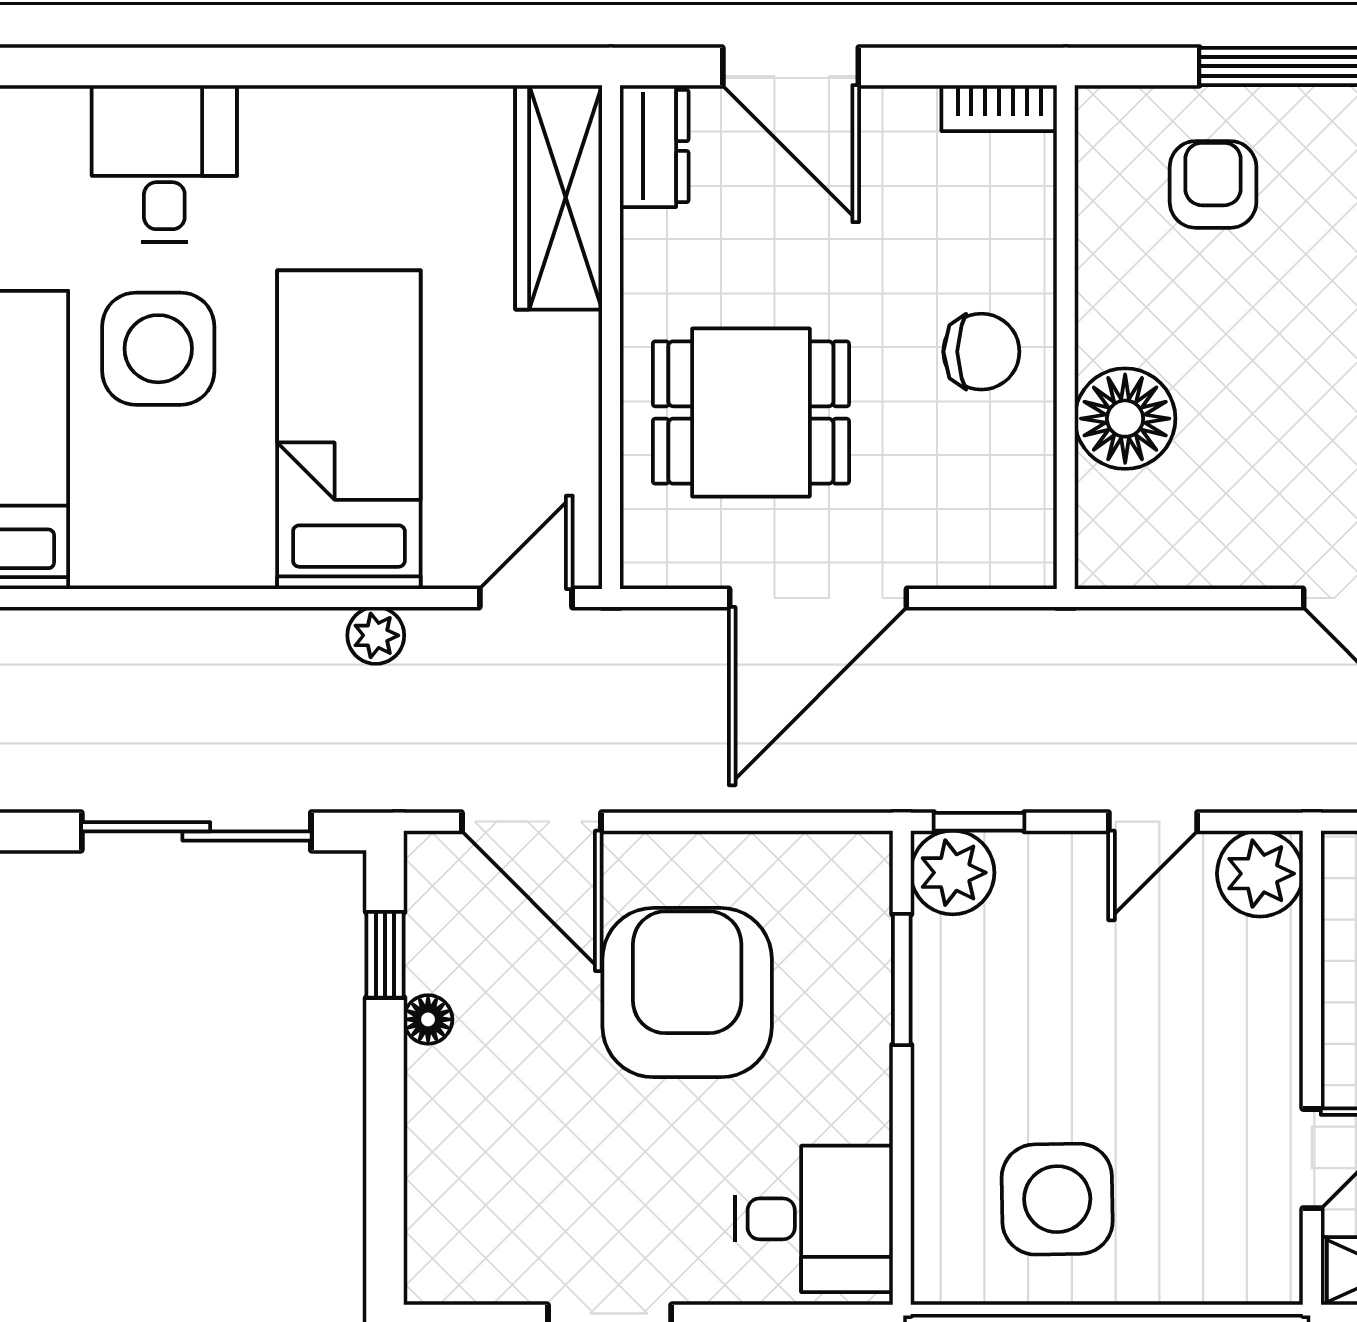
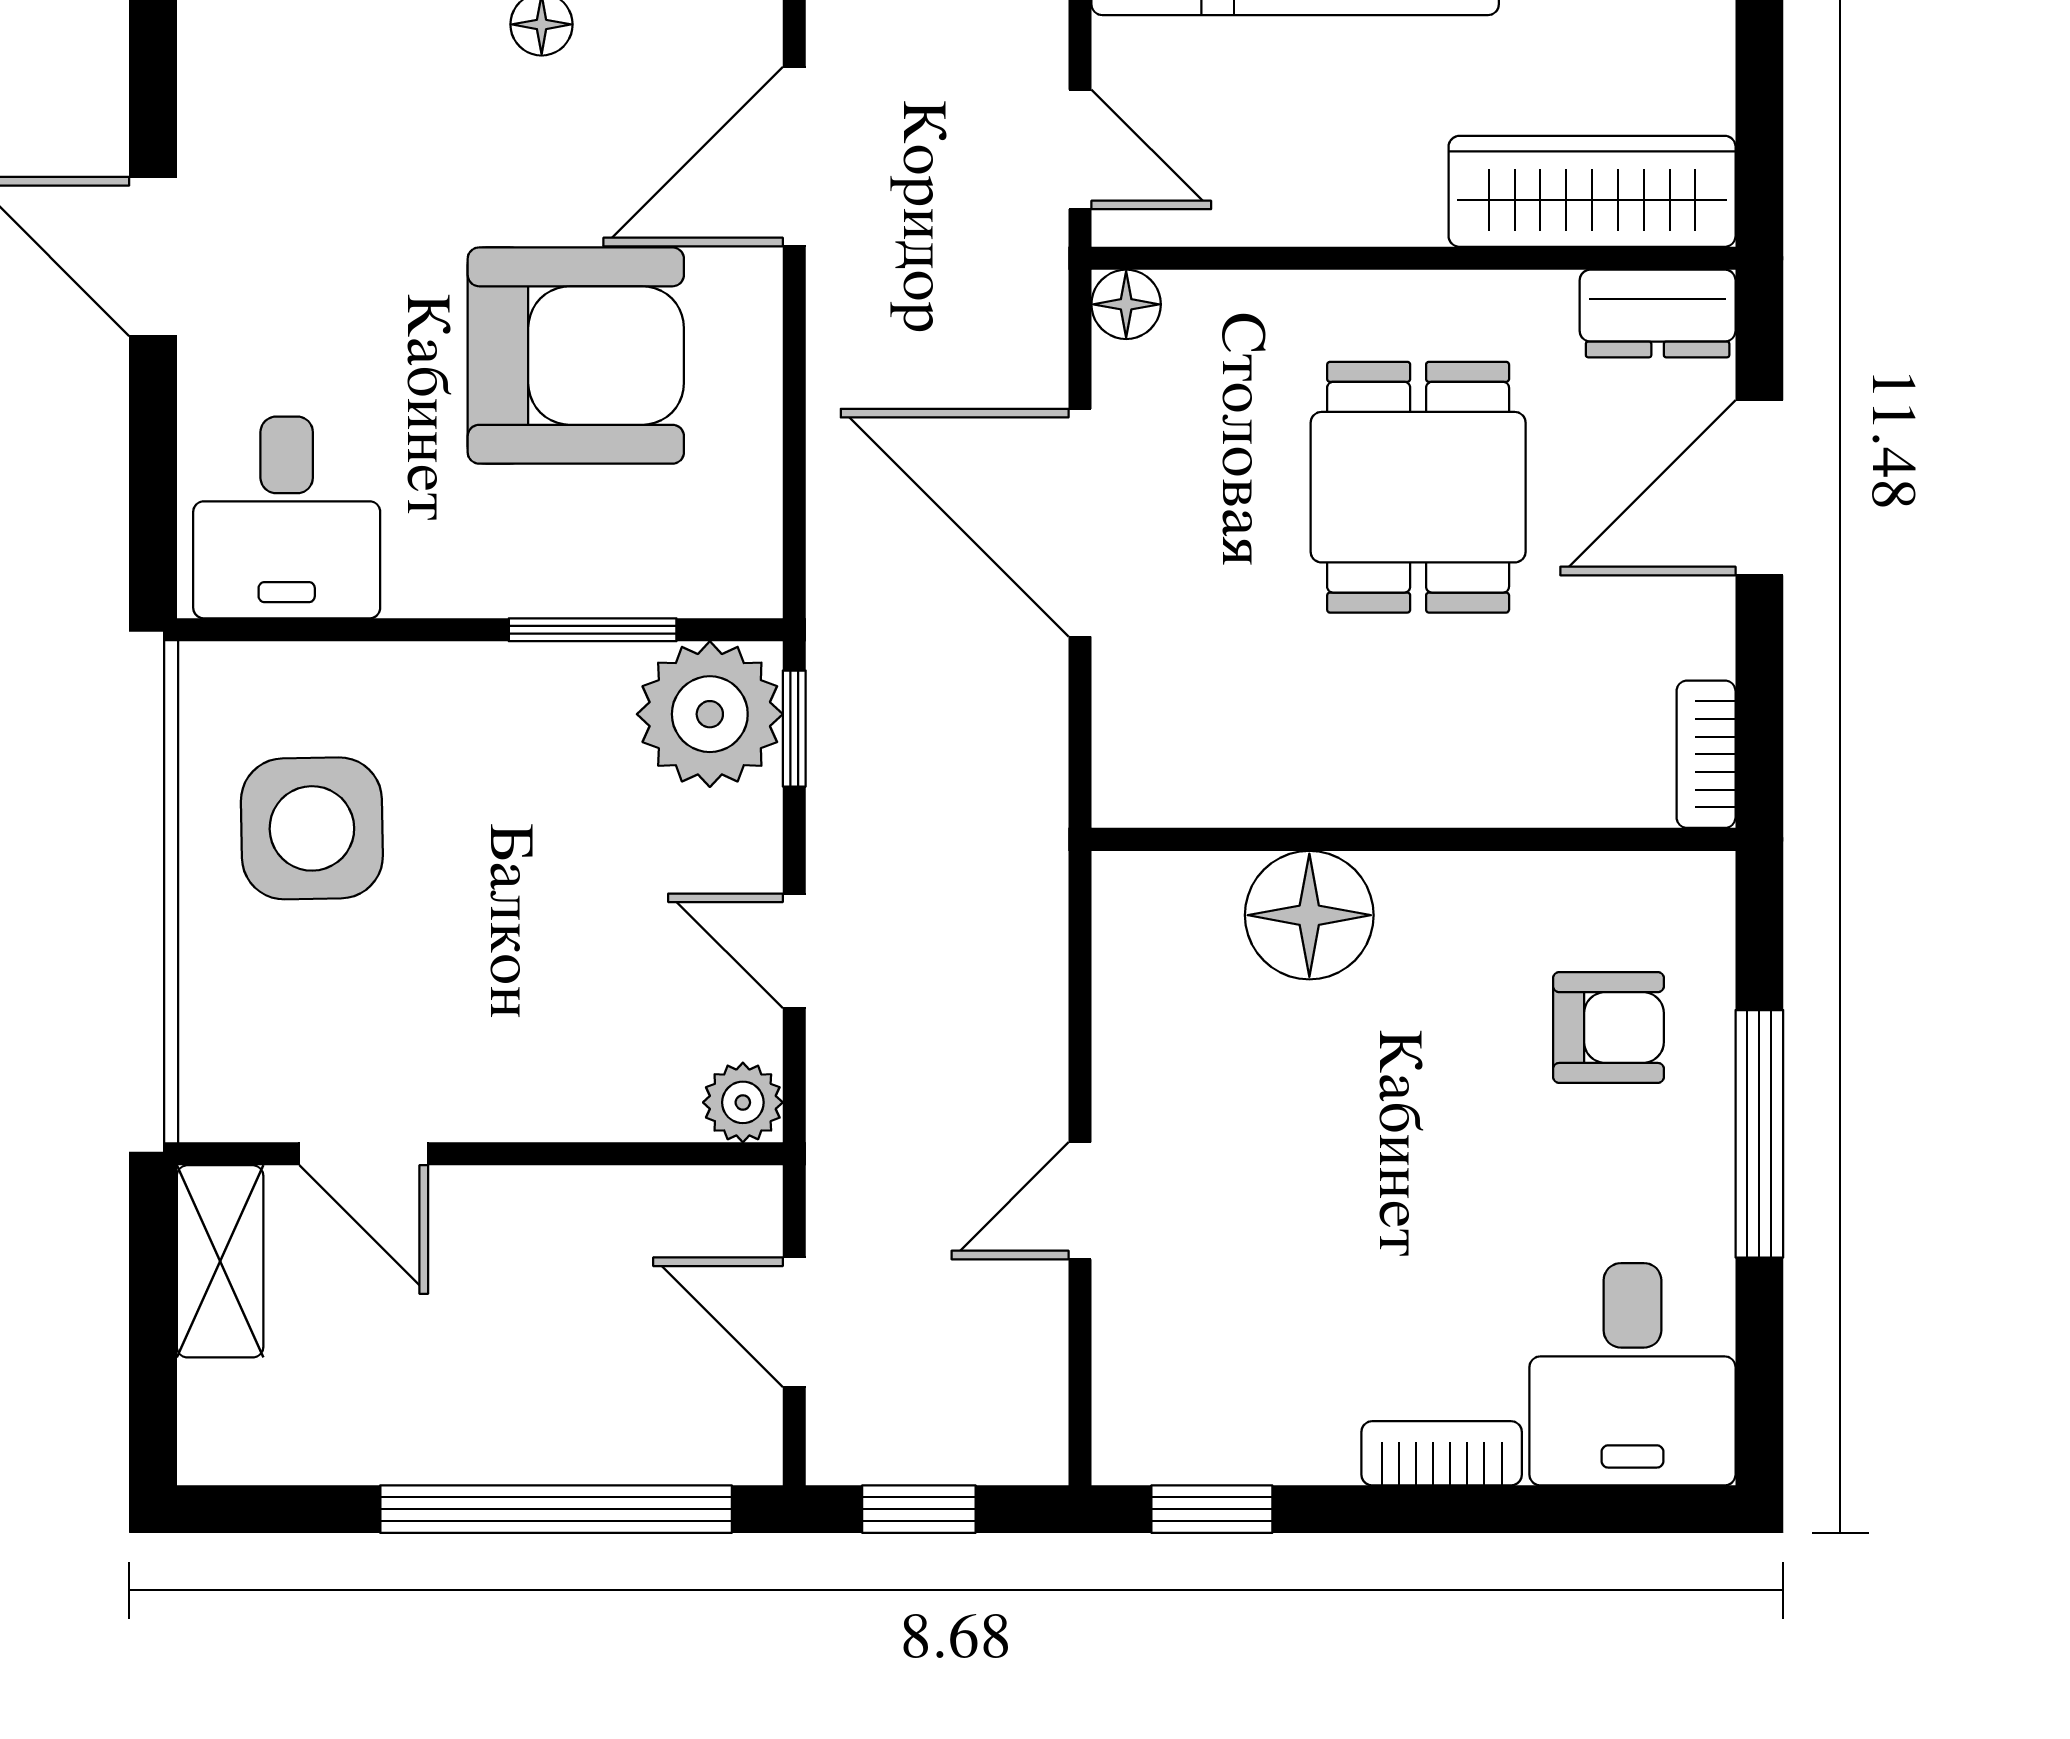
chair: (981, 352) -> (1395, 732), removed
dining table: (751, 412) -> (1418, 487), moved
floor lamp: (647, 562) -> (1126, 304), added
plant: (953, 873) -> (710, 714), width x1.36, depth x1.36
plant: (1260, 874) -> (743, 1102), width x0.73, depth x0.73

